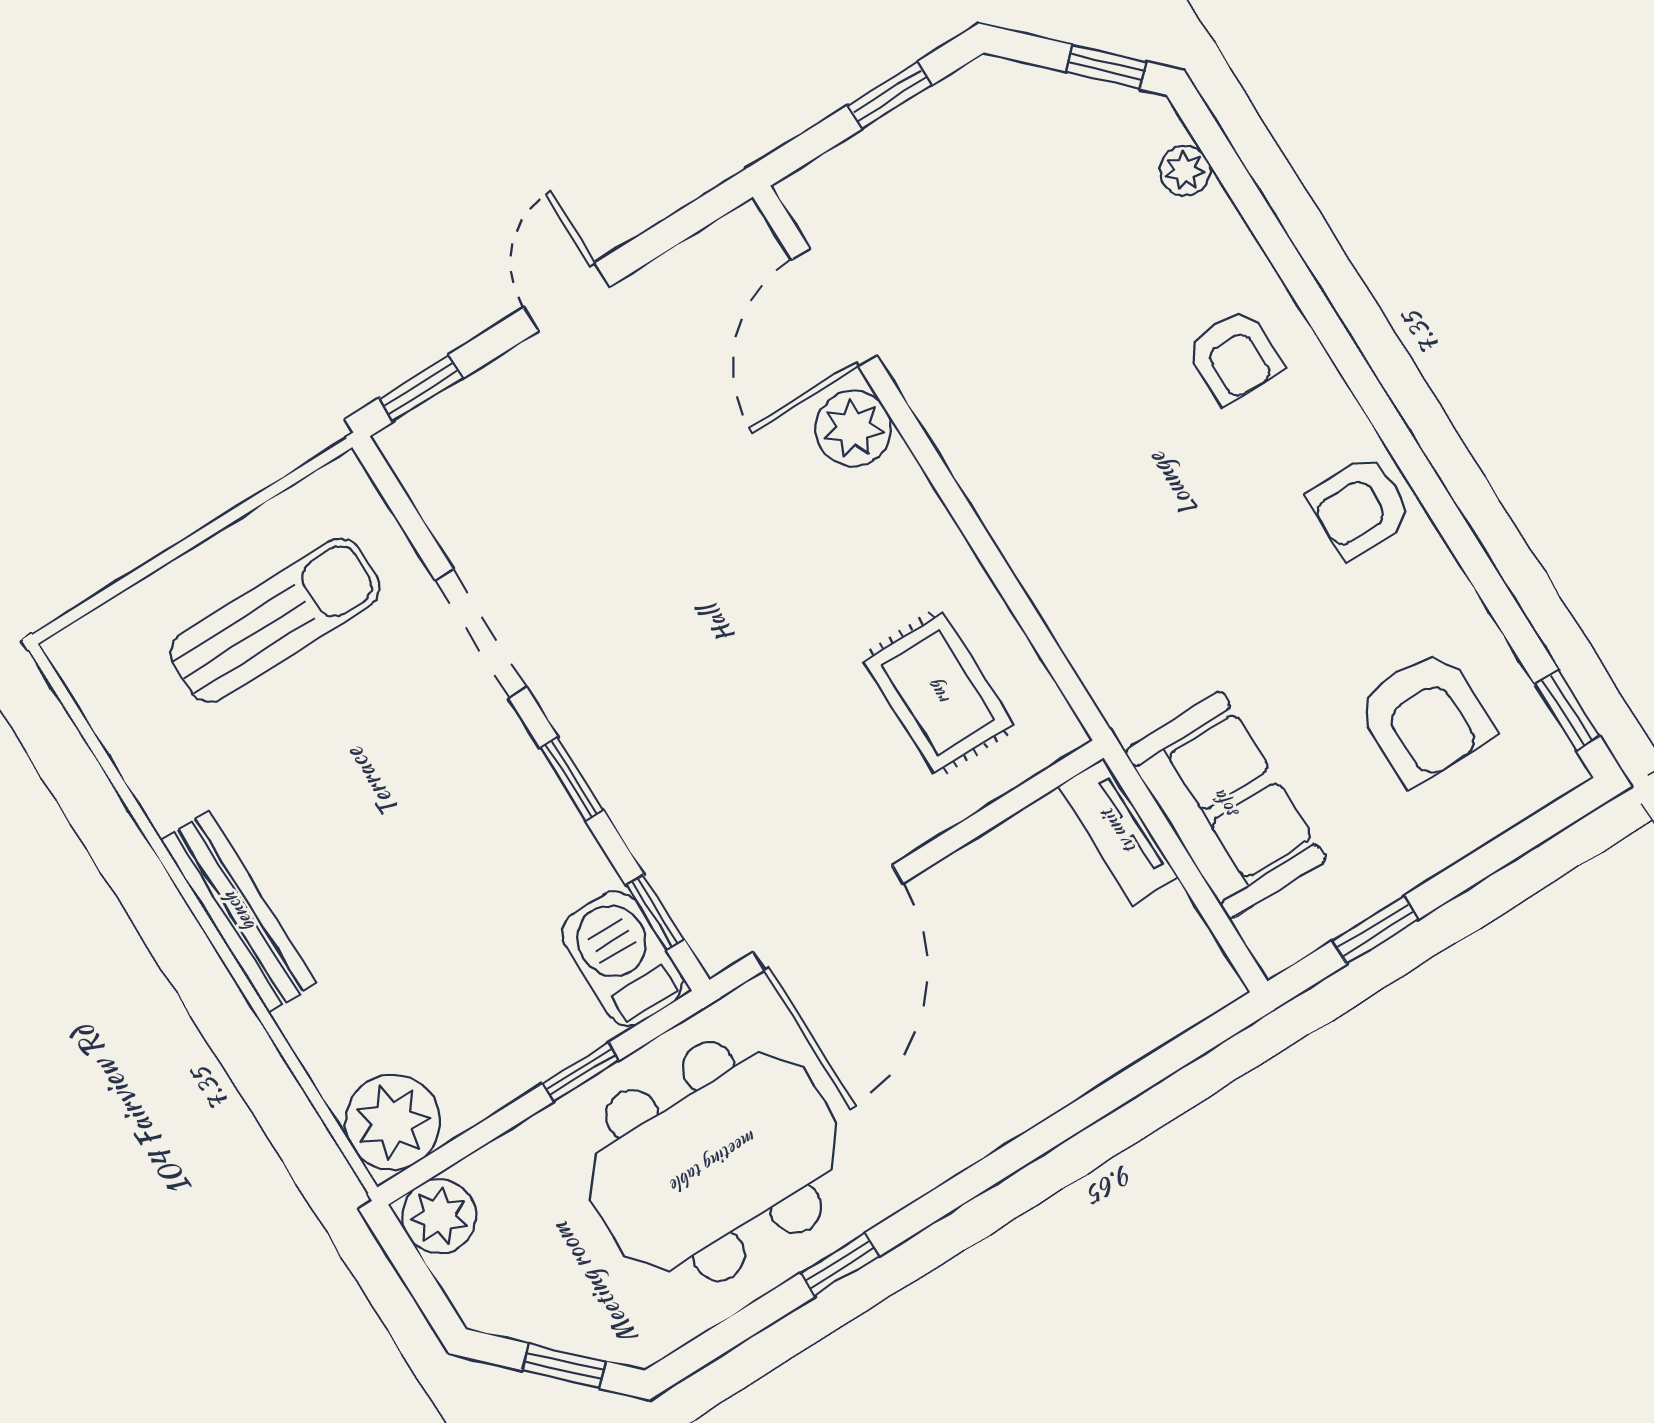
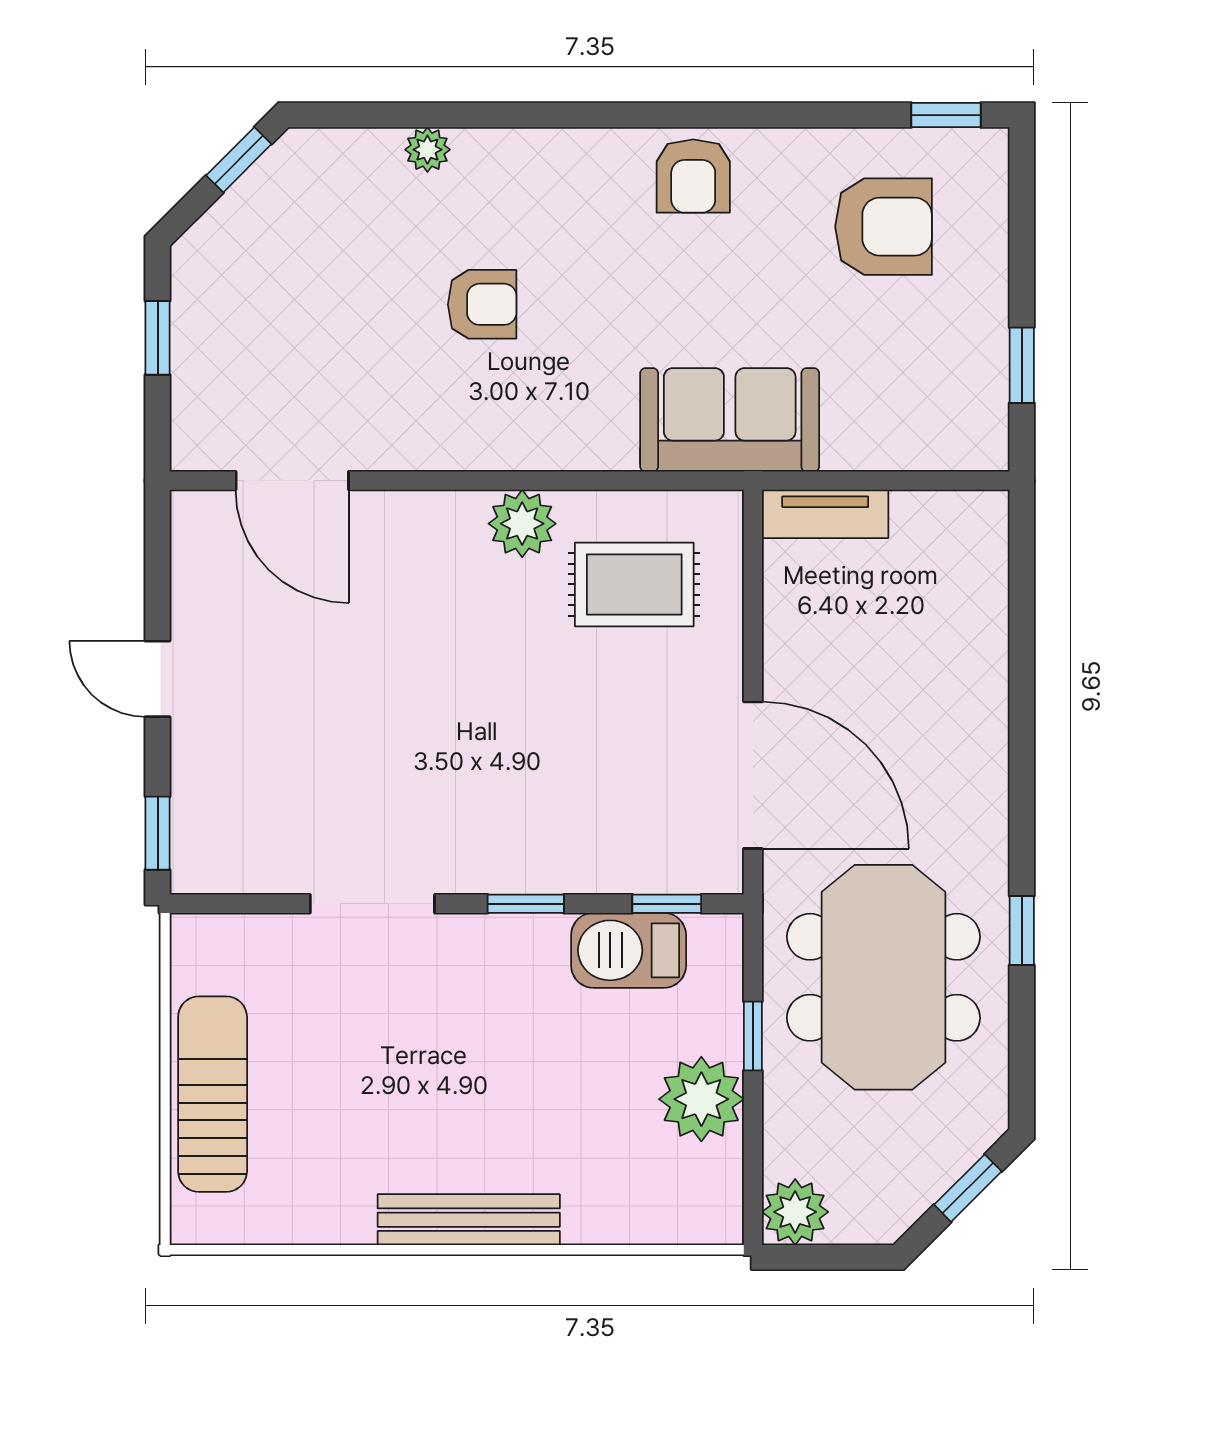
plant: (1185, 171) -> (427, 150), moved
armchair: (1234, 356) -> (482, 304), moved
plant: (853, 428) -> (522, 524), moved
sun lounger: (275, 620) -> (213, 1094), moved
sofa: (1225, 805) -> (730, 420), moved
barbecue: (623, 958) -> (629, 950), moved
plant: (392, 1122) -> (701, 1099), moved

